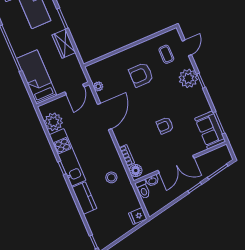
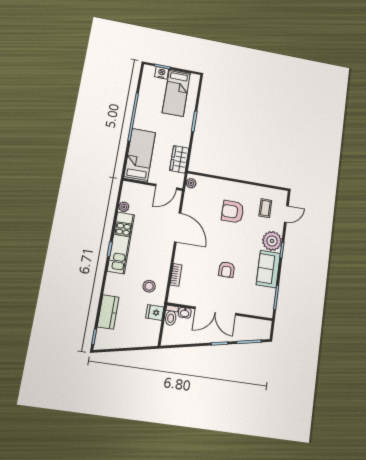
wardrobe: (64, 44) -> (179, 159), moved
plant: (98, 86) -> (191, 183), moved
door: (105, 117) -> (178, 227), hinge flipped
plant: (54, 122) -> (124, 207), width x0.53, depth x0.53
armchair: (165, 126) -> (227, 270), turned -90
sofa: (210, 130) -> (268, 269), moved
floor lamp: (136, 171) -> (175, 294), removed
kitchen counter: (84, 198) -> (108, 312), moved
fridge: (138, 216) -> (155, 312), moved

